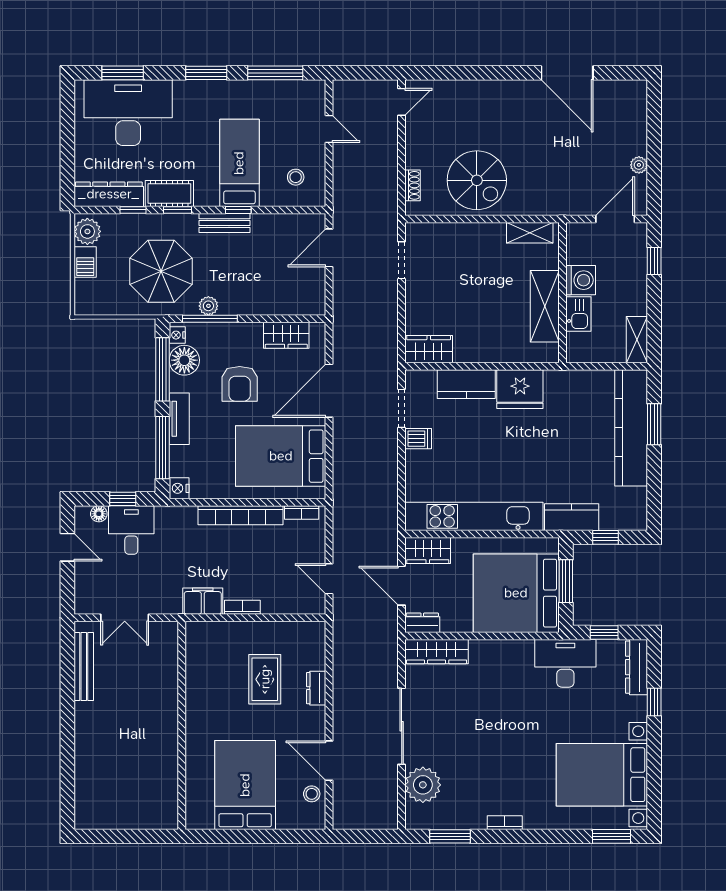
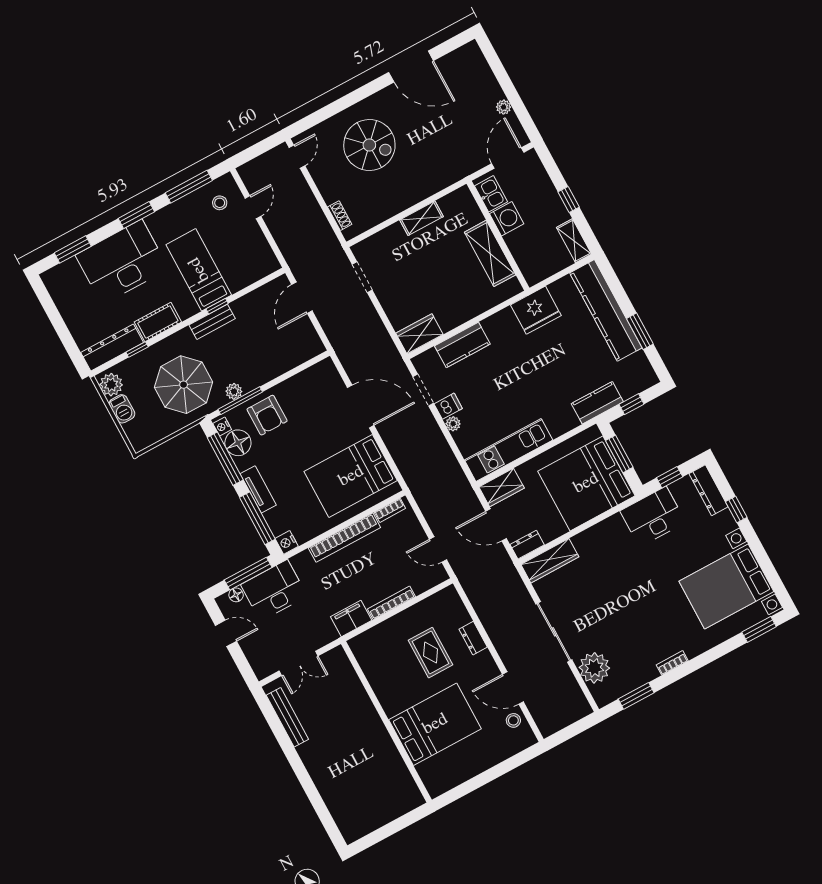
desk: (128, 113) -> (122, 262), moved
door: (329, 129) -> (253, 207), hinge flipped
stool: (296, 177) -> (220, 203), moved
spiral stairs: (477, 180) -> (369, 145), moved
window: (178, 210) -> (171, 331), removed
shelving: (530, 233) -> (422, 218), moved
window: (654, 261) -> (569, 200), moved
kitchen sink: (578, 314) -> (491, 194), moved
wardrobe: (286, 335) -> (305, 382), removed
armchair: (240, 384) -> (267, 415), moved
fridge: (520, 389) -> (536, 310), moved
door: (329, 391) -> (361, 406), swing flipped
window: (654, 424) -> (640, 331), moved
plant: (413, 459) -> (453, 424), added
window: (123, 499) -> (248, 574), width x2.17
kitchen unit: (474, 516) -> (509, 450), width x0.73
desk: (131, 530) -> (274, 590), width x1.37
bookcase: (242, 607) -> (391, 603), width x1.56
bed: (245, 785) -> (435, 724), moved, turned 90

